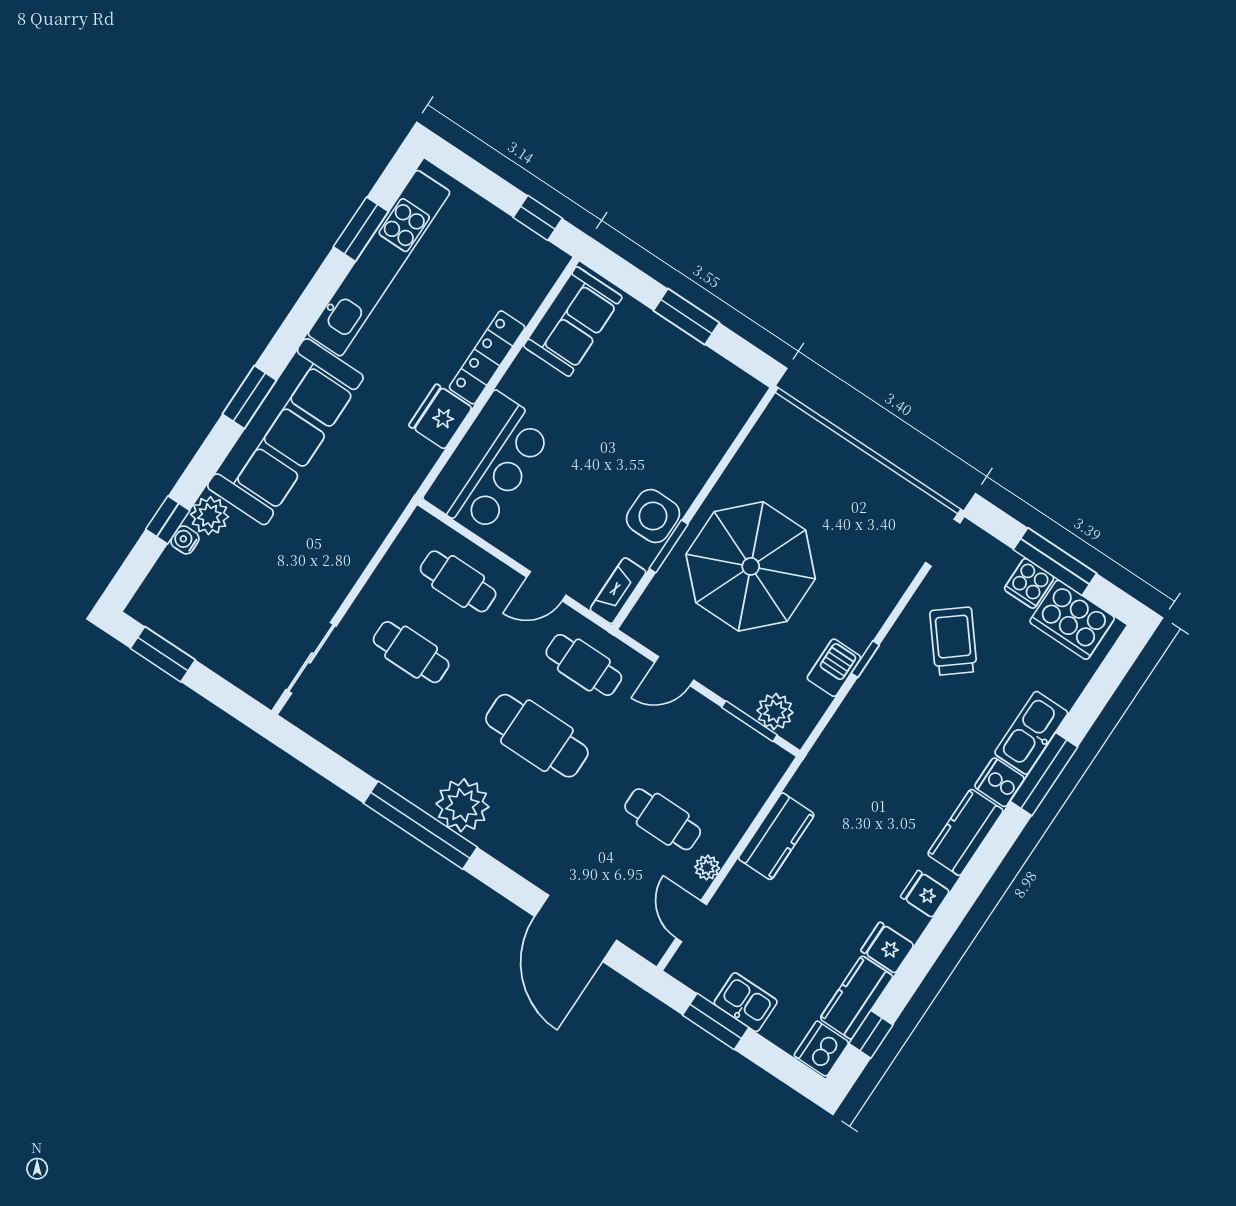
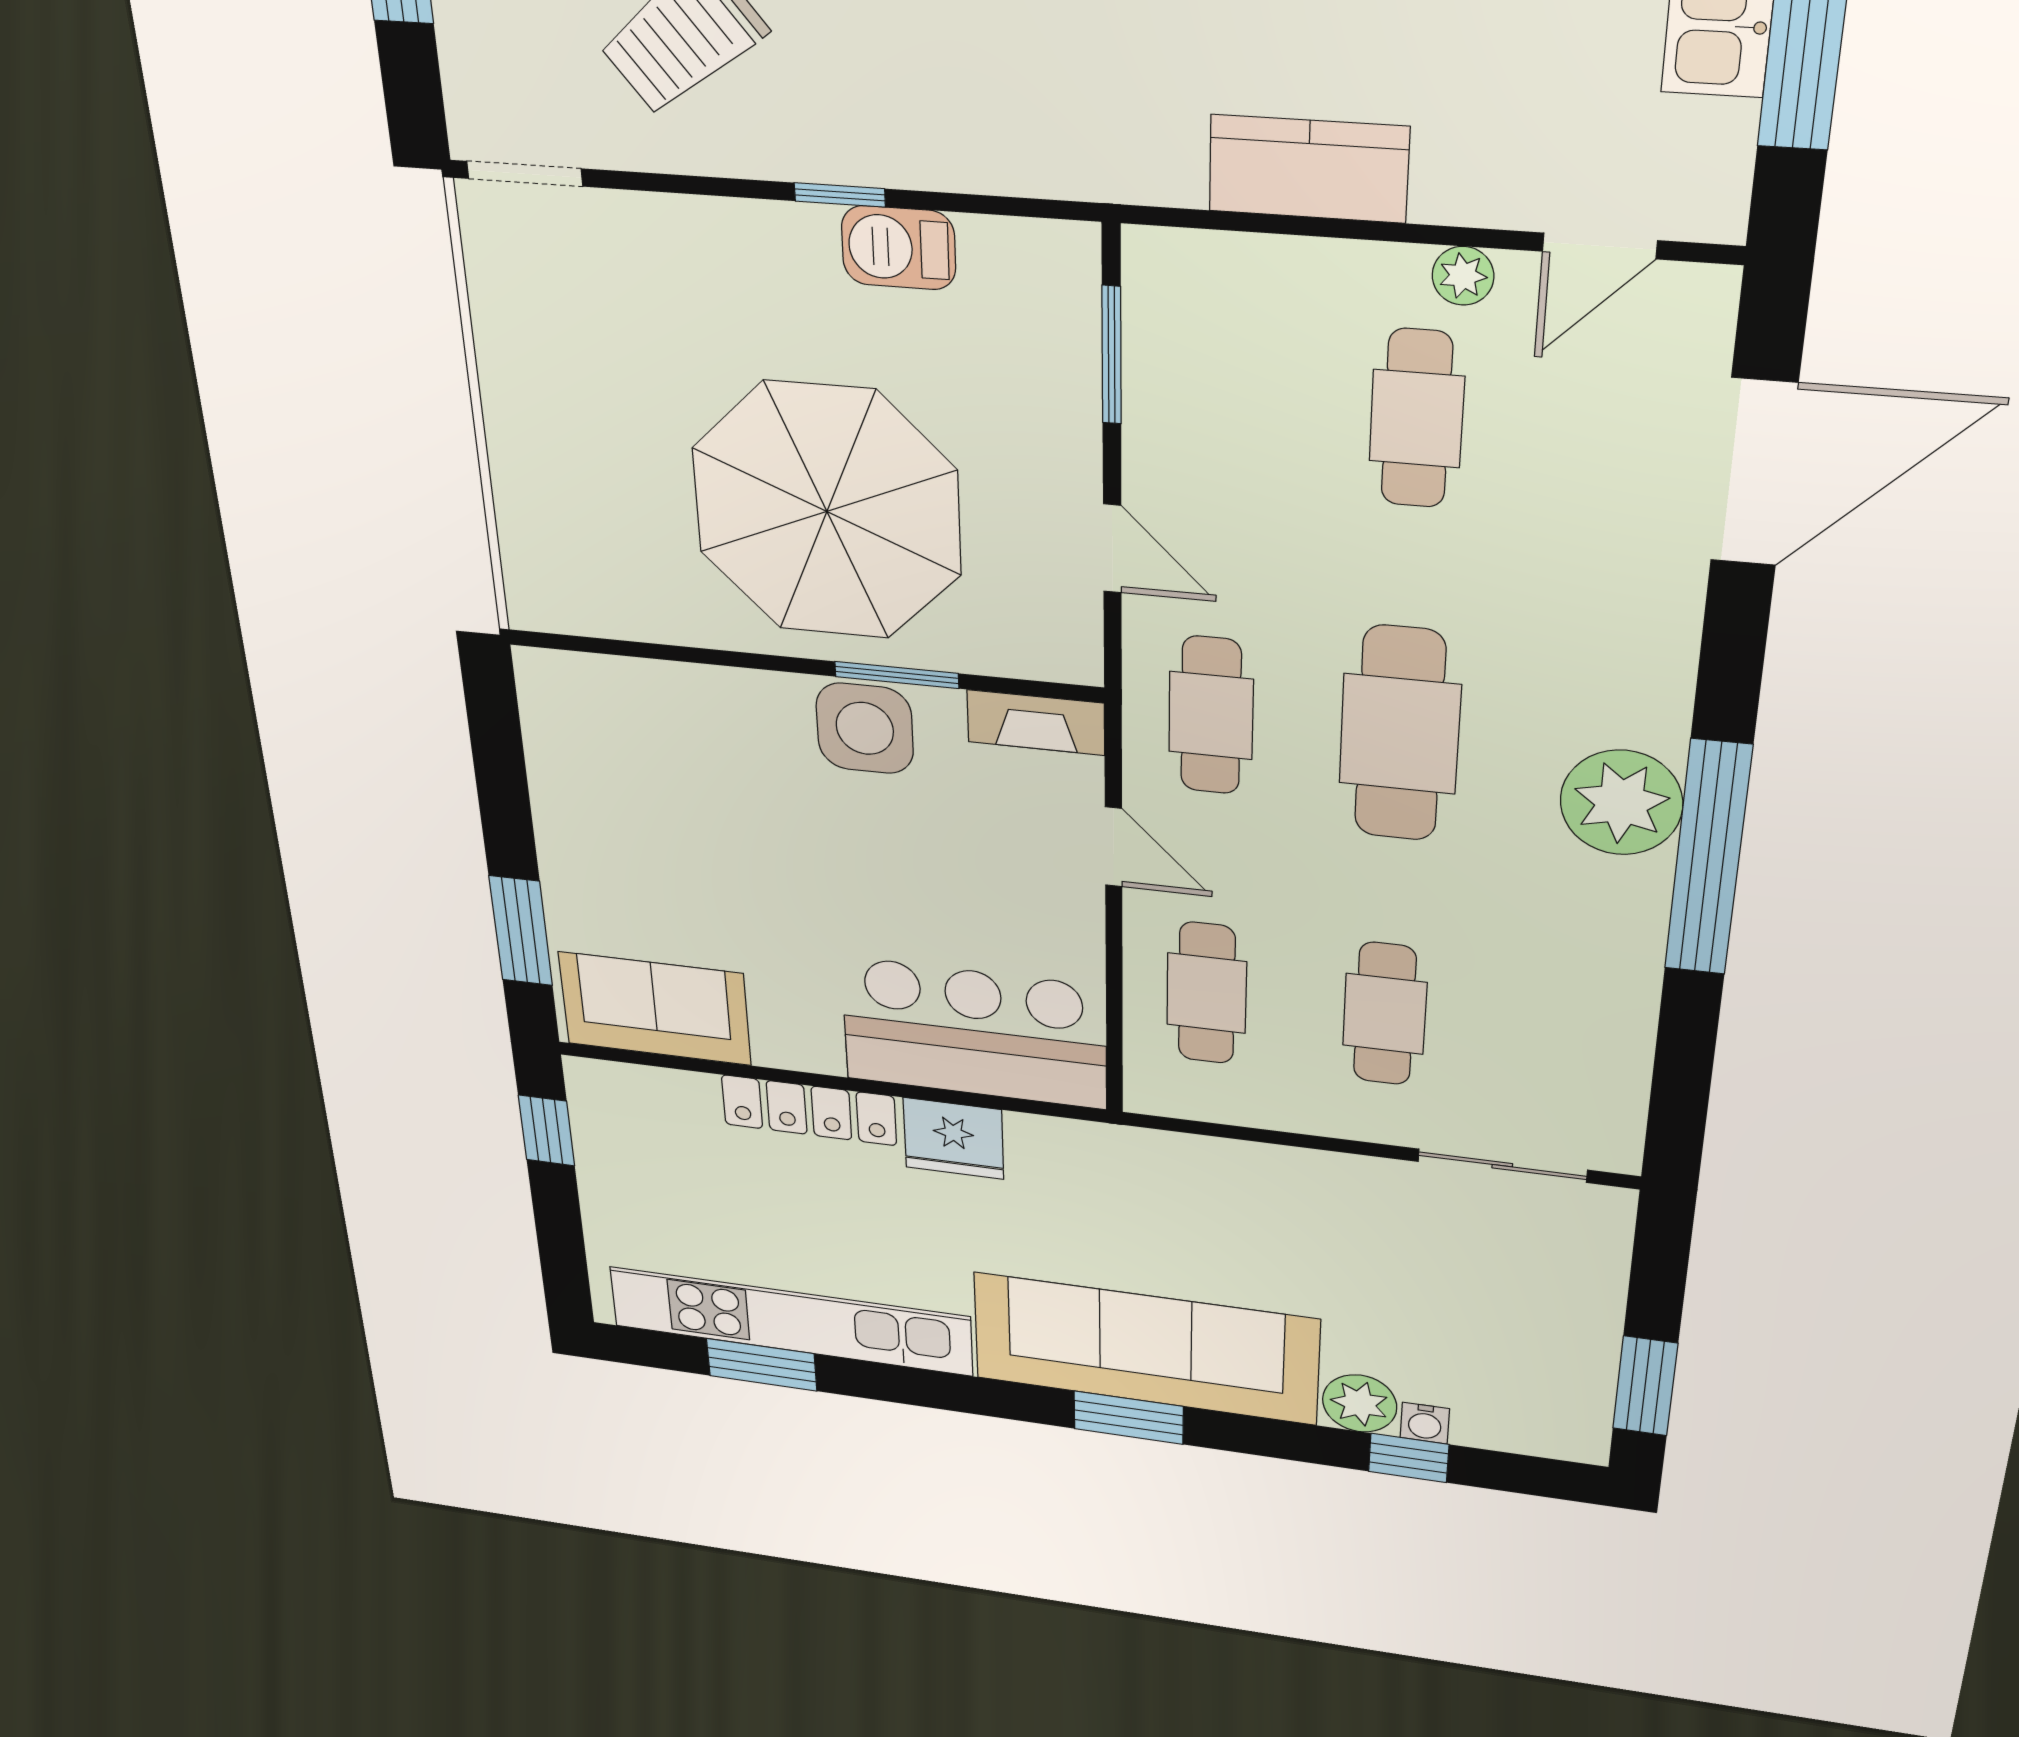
window: (686, 317) -> (521, 931), moved
plant: (775, 712) -> (1060, 316), removed

